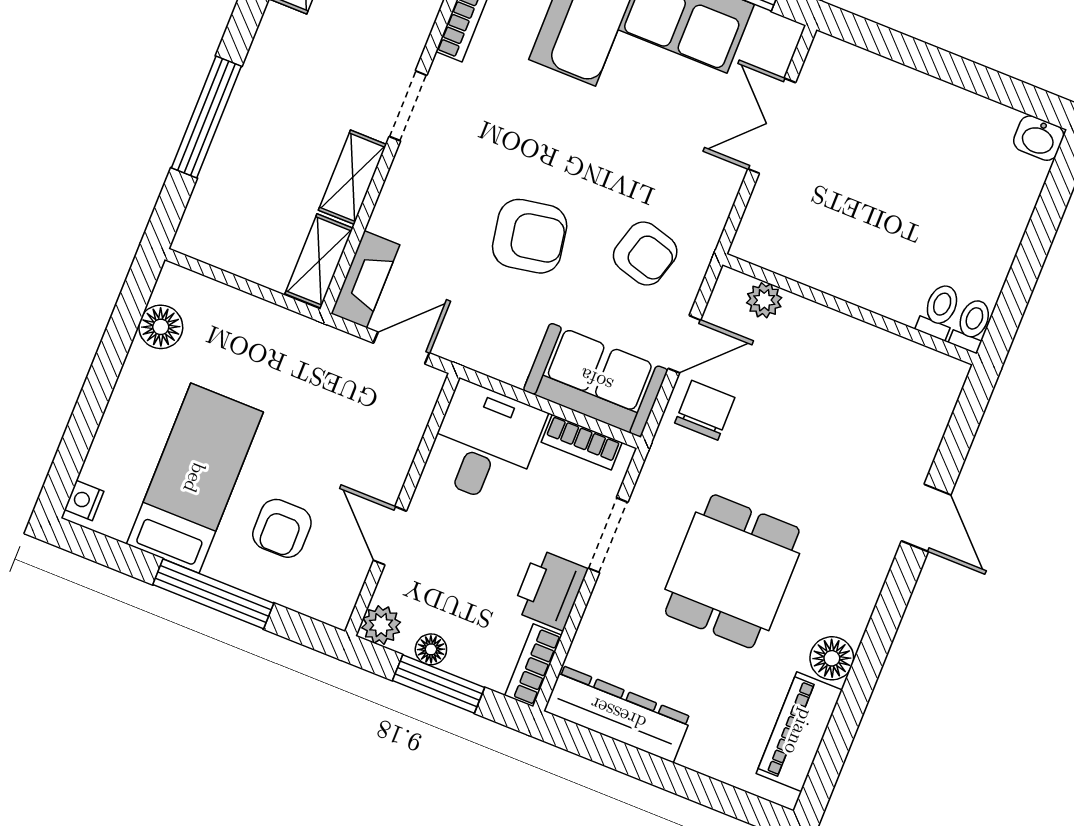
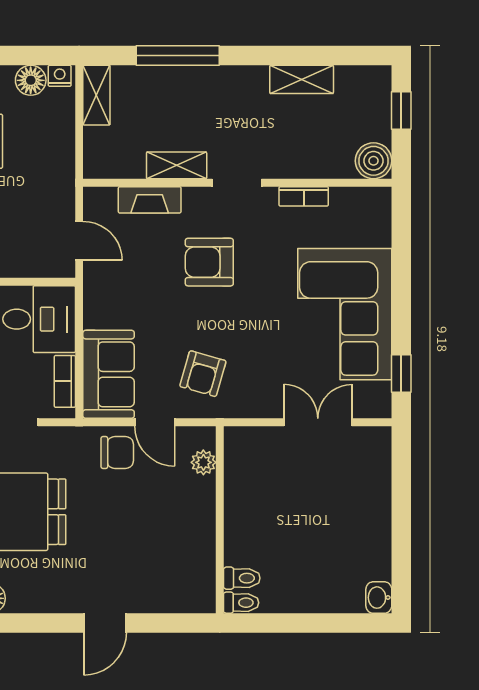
armchair: (530, 236) -> (209, 262), moved, turned 100
shelving: (319, 261) -> (96, 95), moved, turned 90
fireplace: (365, 279) -> (150, 200), moved
nightstand: (170, 286) -> (60, 76), added

